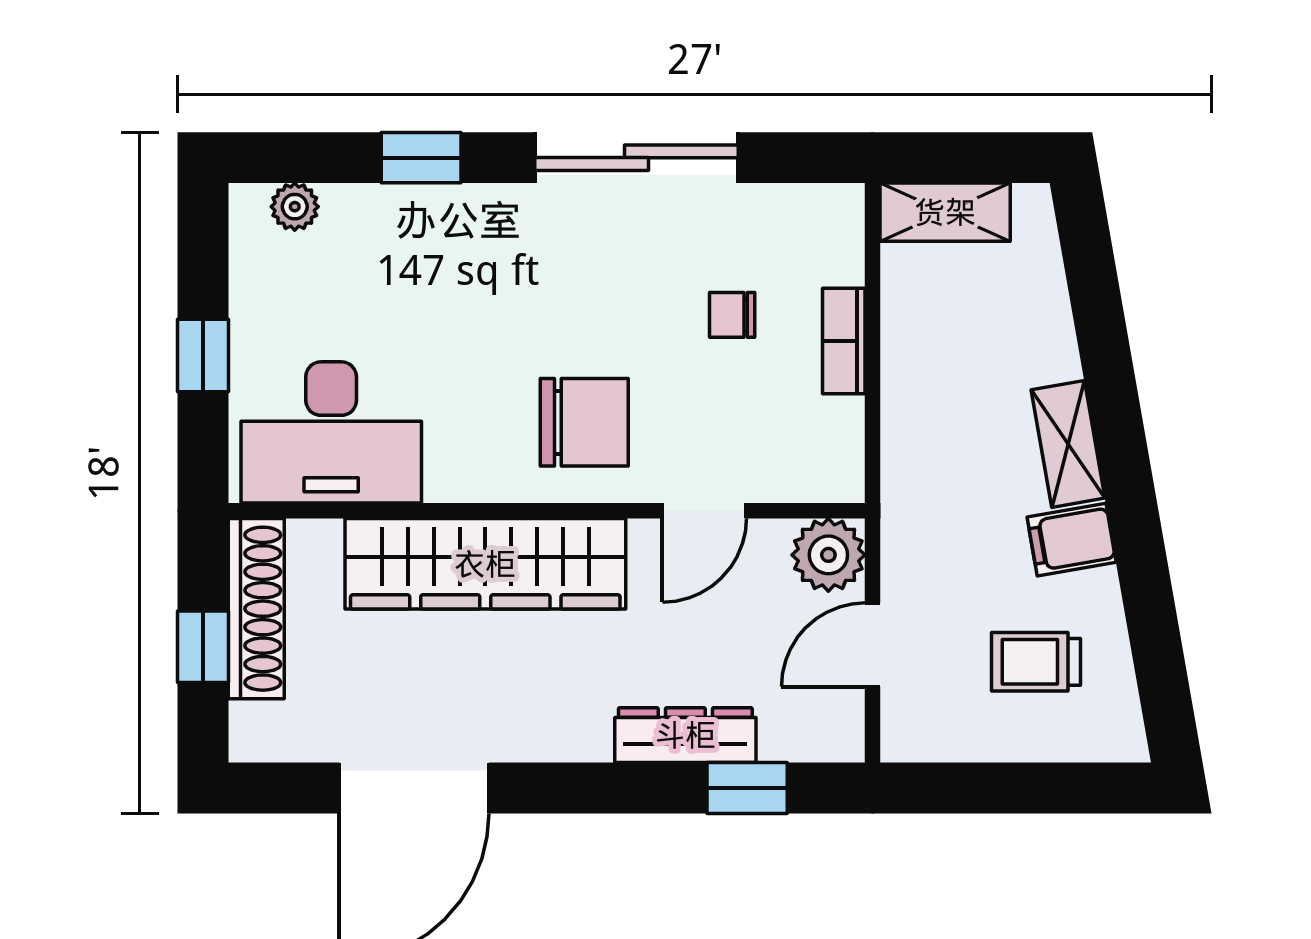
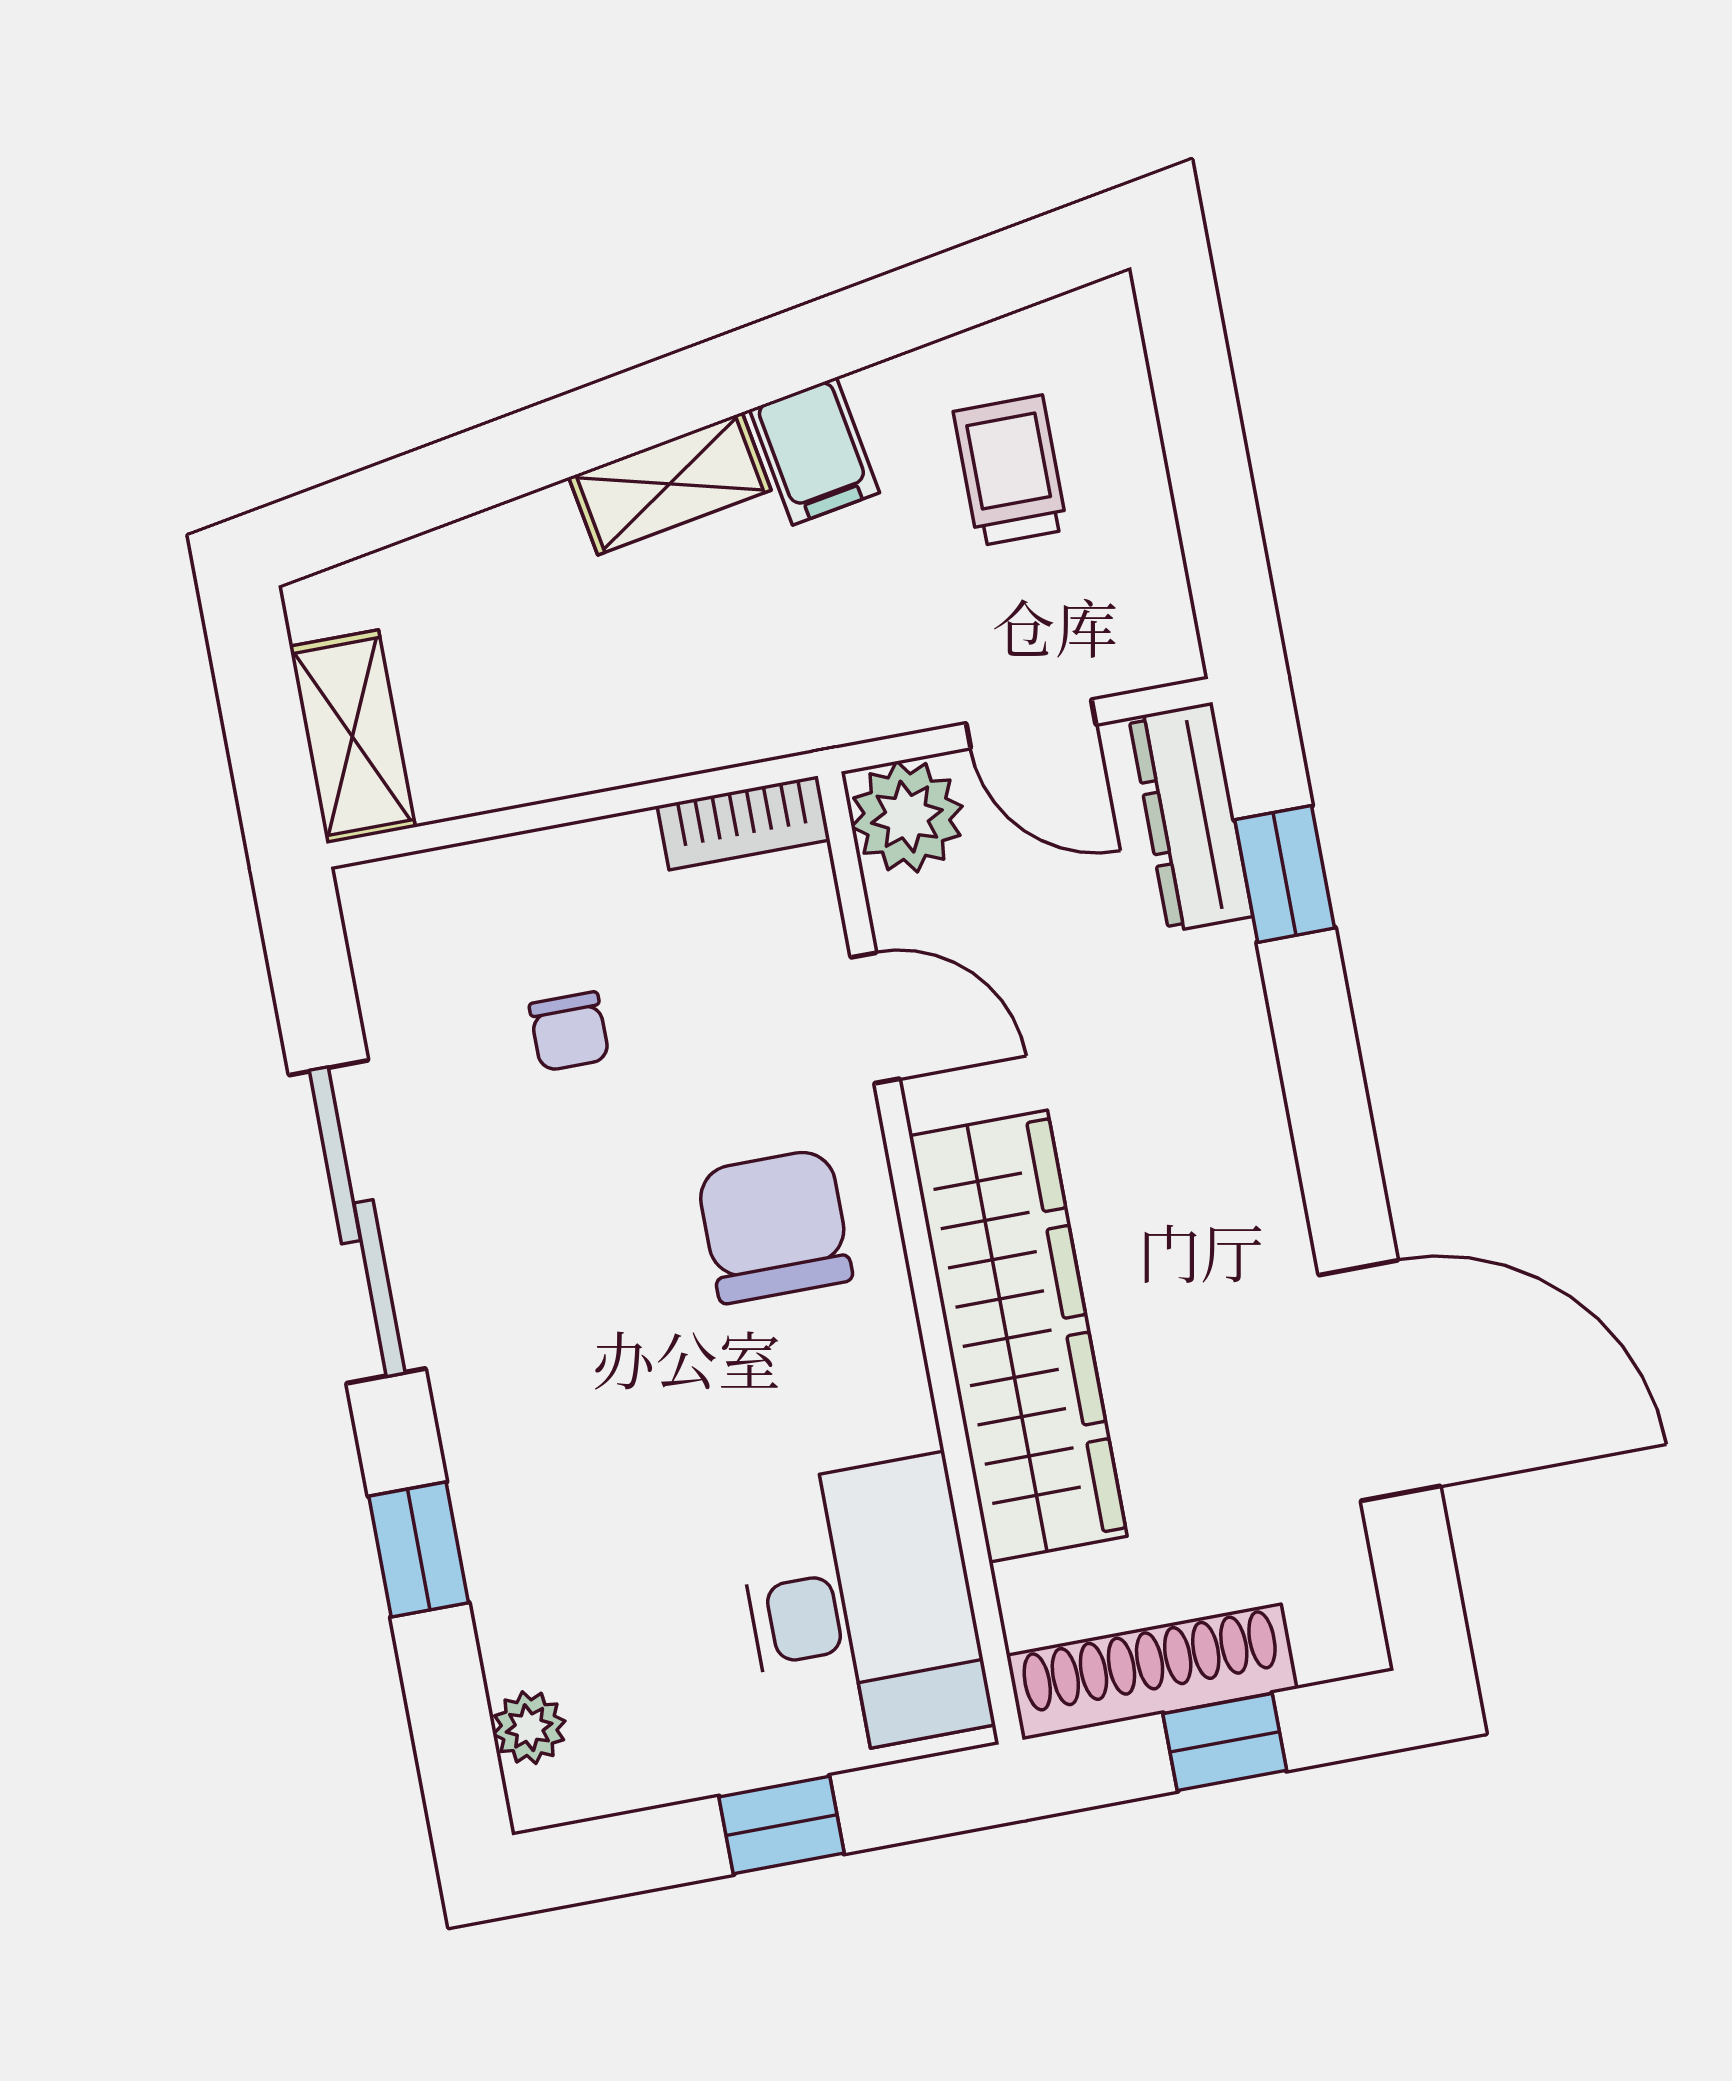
bookcase: (844, 341) -> (744, 823), moved
trolley: (1036, 662) -> (1010, 470), turned 180
dresser: (685, 735) -> (1191, 817), moved

